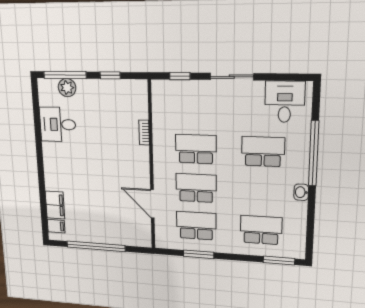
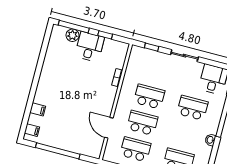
desk: (58, 124) -> (90, 47), moved, turned 90
filing cabinet: (55, 205) -> (38, 109), width x0.50

